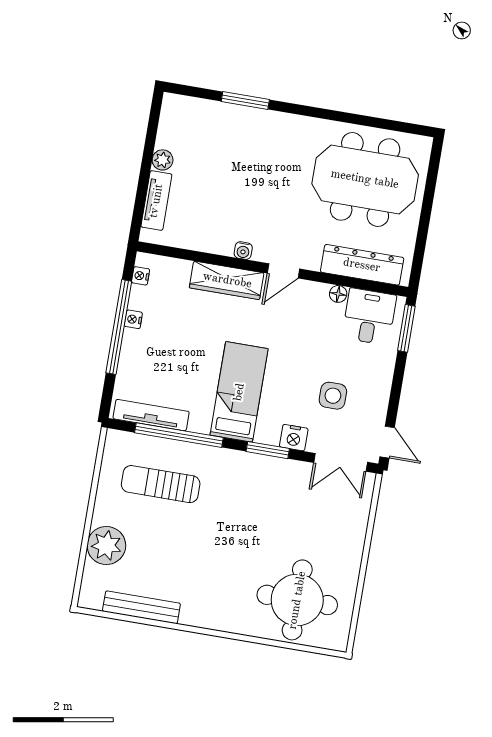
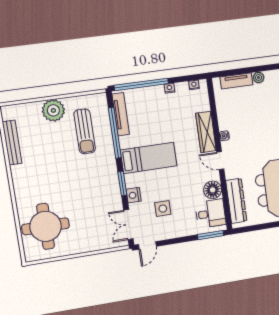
floor lamp: (338, 294) -> (213, 190), width x1.89, depth x1.89
window: (119, 327) -> (141, 84), moved
sun lounger: (161, 484) -> (85, 131), turned 180
plant: (106, 546) -> (53, 110), moved

